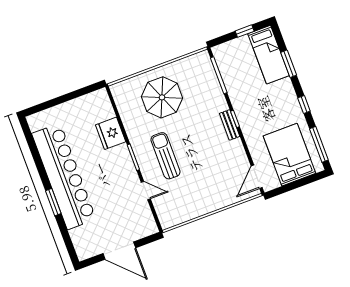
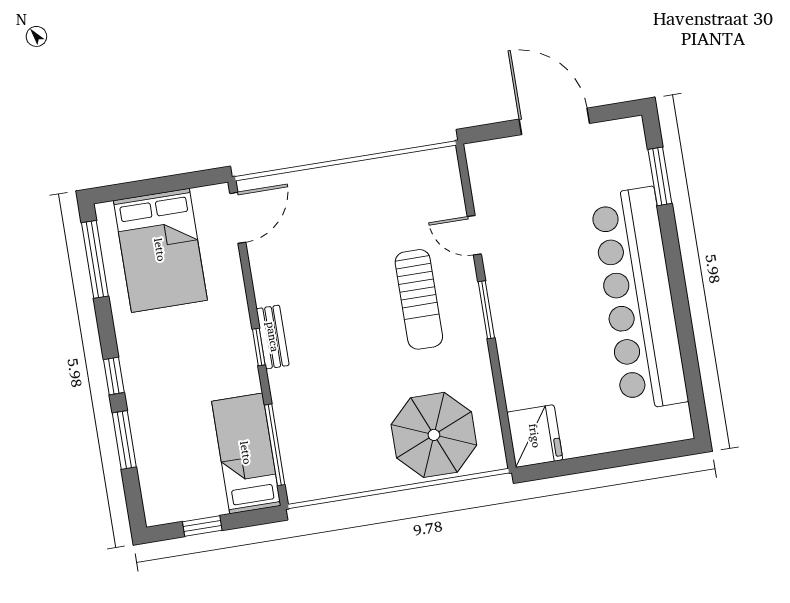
bed: (269, 55) -> (246, 453), moved
parasol: (162, 97) -> (434, 435), moved
window: (304, 105) -> (114, 376), moved
fridge: (111, 133) -> (535, 436), moved
window: (53, 202) -> (660, 176), moved

